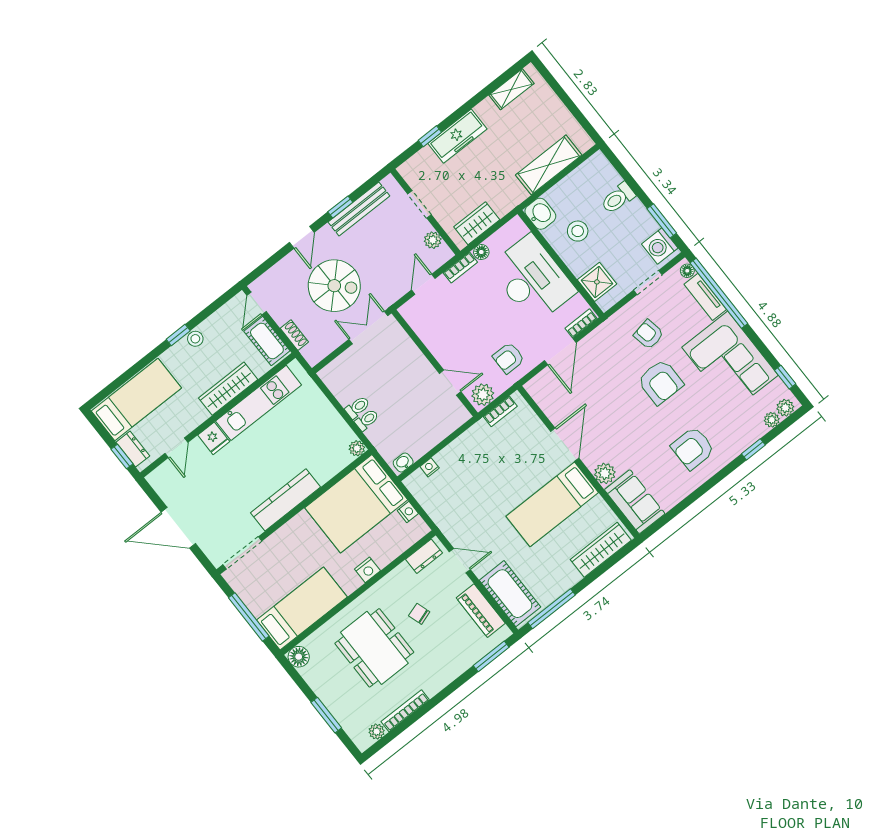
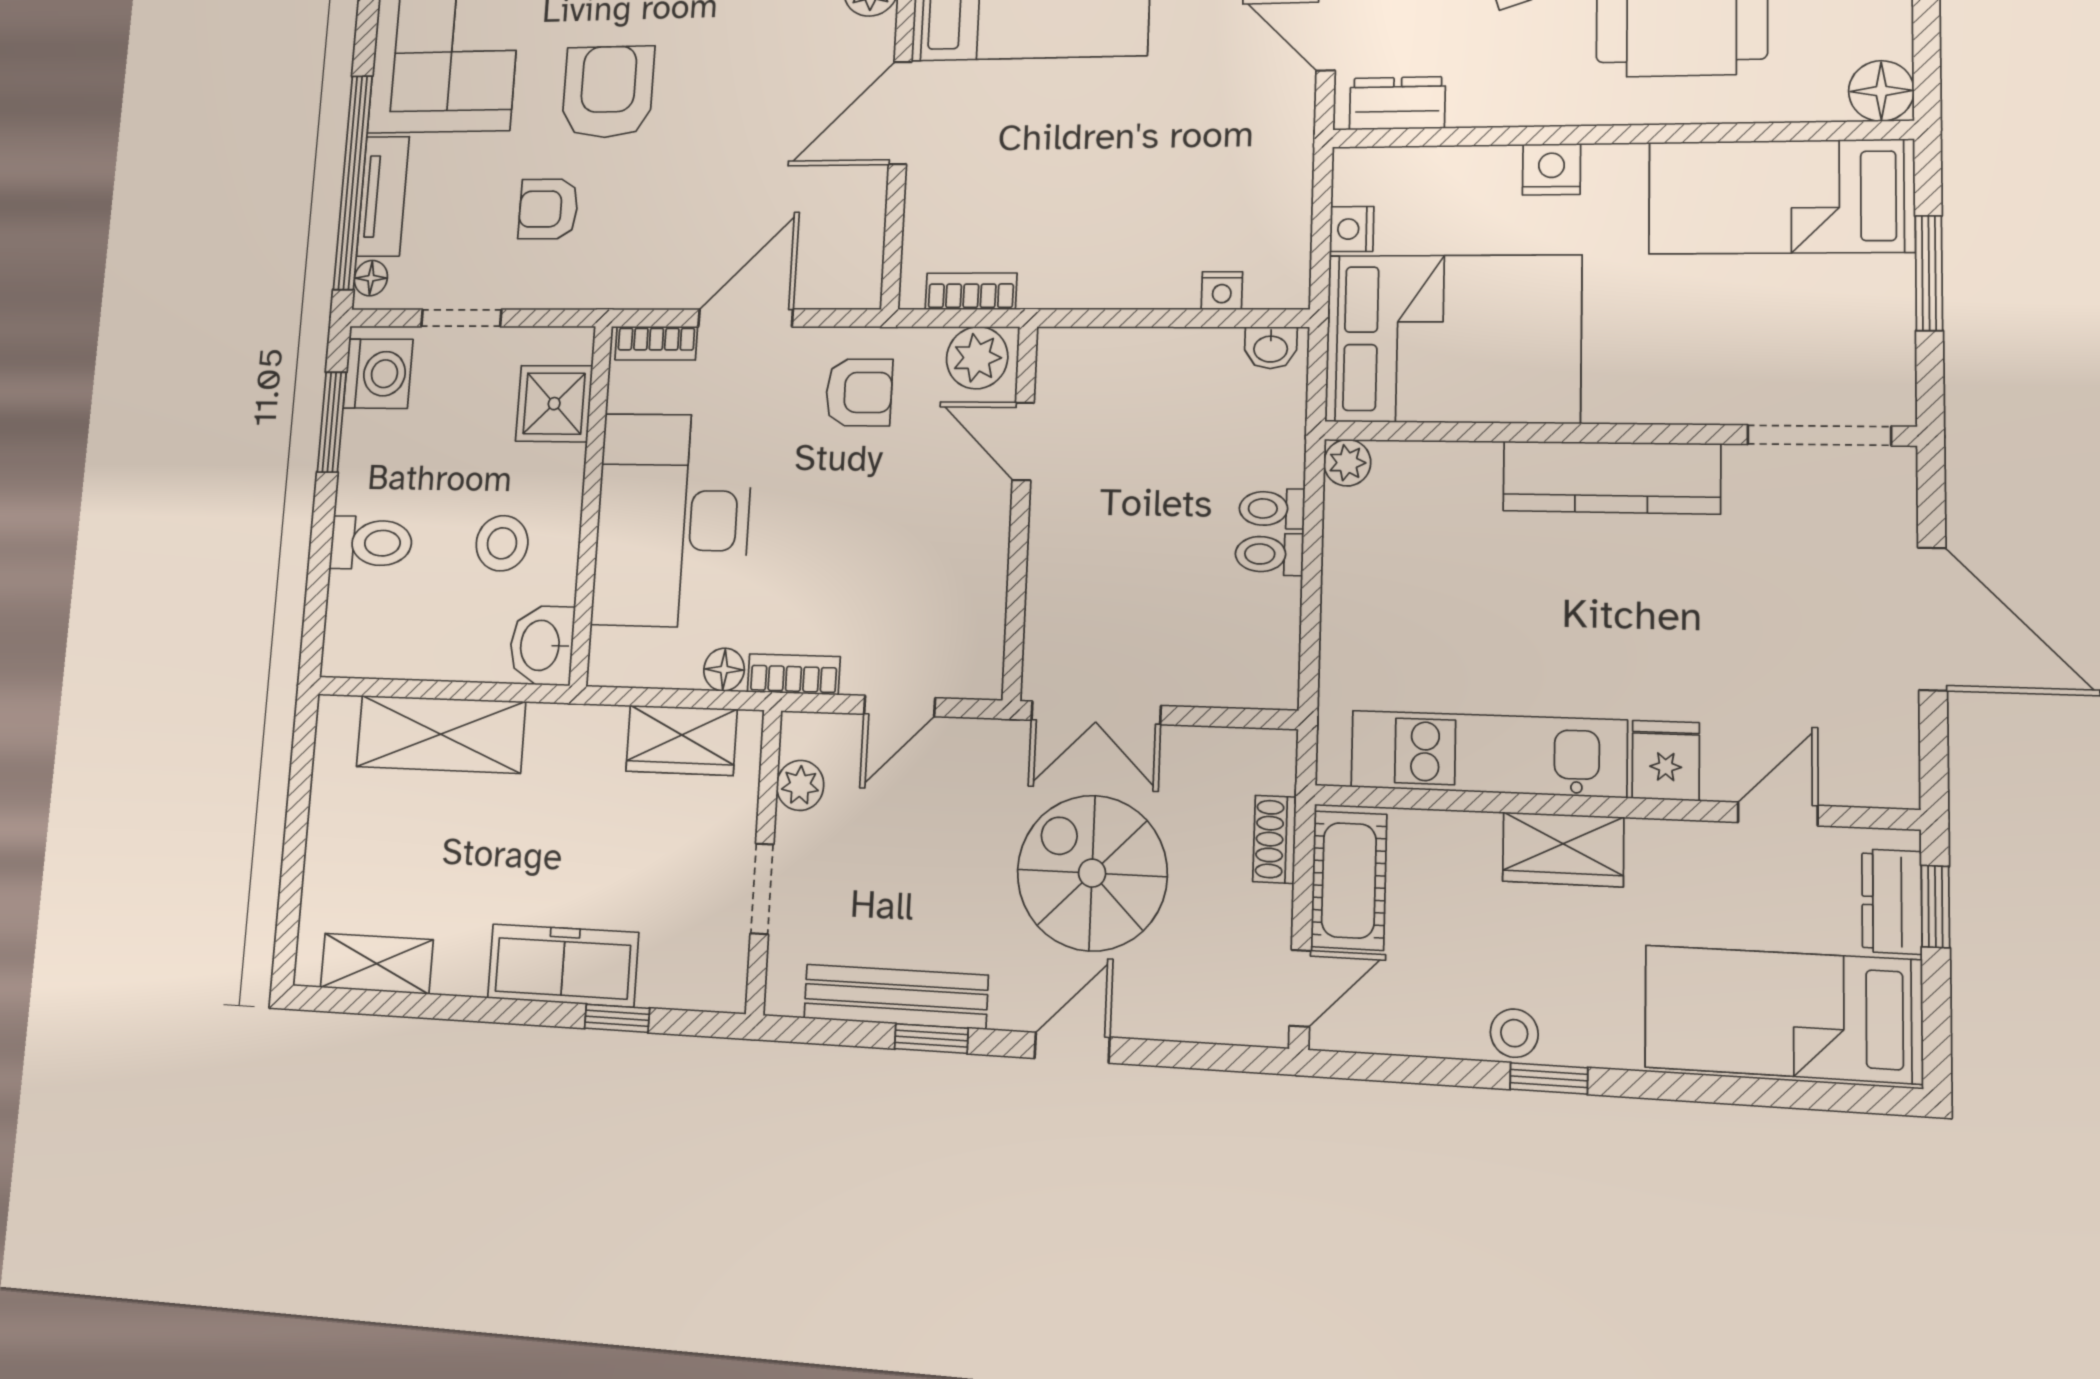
armchair: (649, 334) -> (548, 209), turned 101
wardrobe: (228, 389) -> (1563, 849), width x0.67
window: (249, 617) -> (1929, 273), width x0.69

